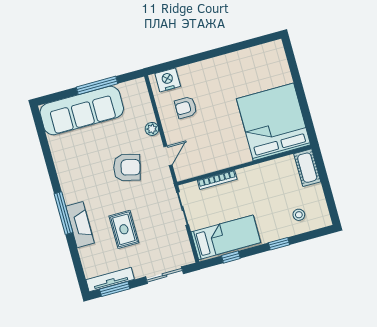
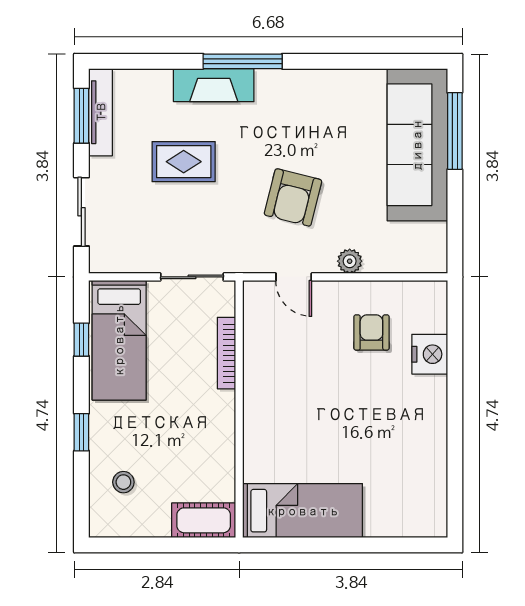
nightstand: (168, 80) -> (430, 354), moved
window: (97, 85) -> (455, 131), moved
bed: (273, 122) -> (303, 511), width x0.49

